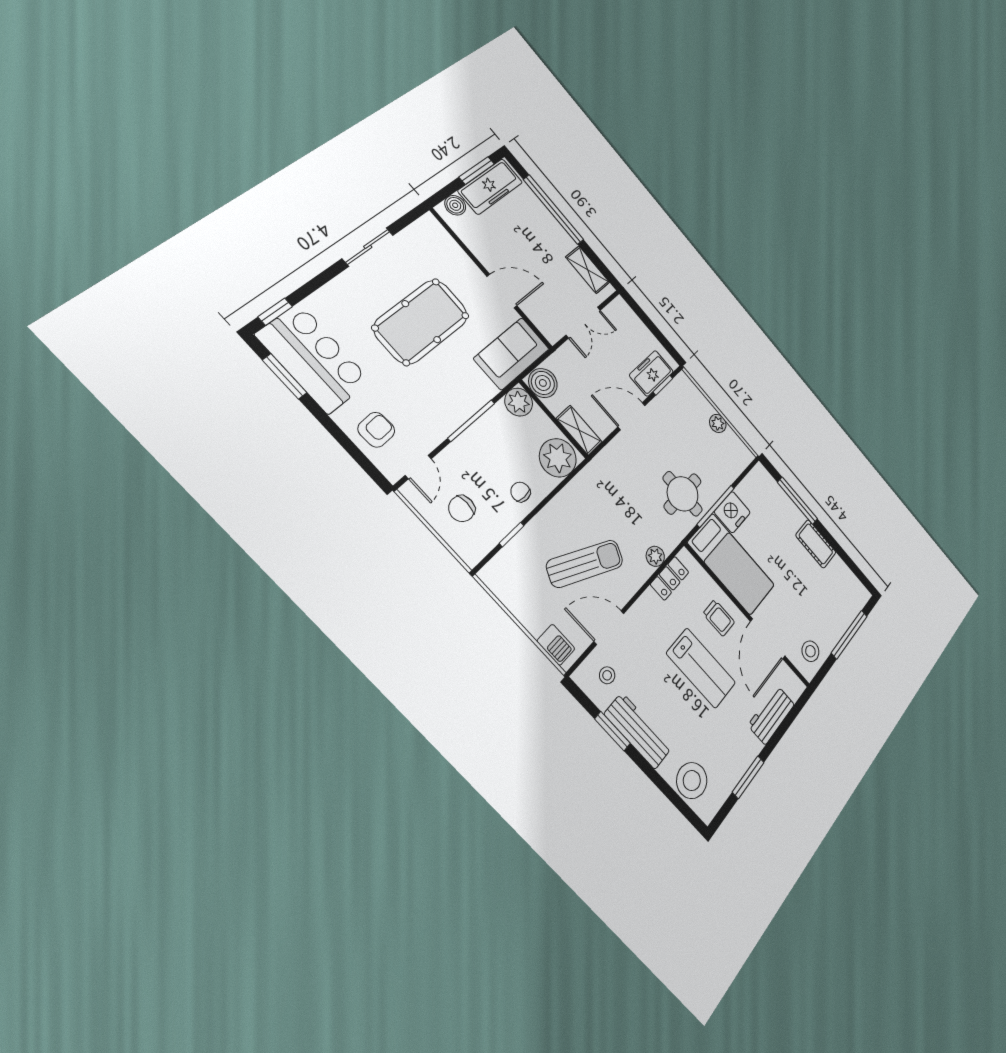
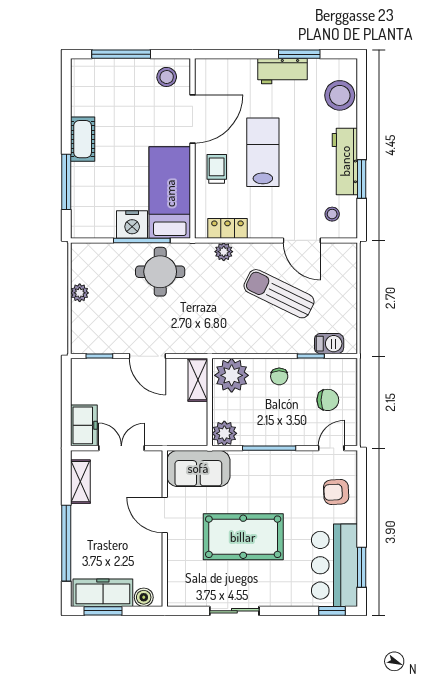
freezer: (651, 373) -> (84, 425), moved, turned -90
boiler: (543, 383) -> (194, 432), removed
barbecue: (556, 645) -> (329, 344), moved, turned 90
workbench: (771, 715) -> (283, 71), moved

